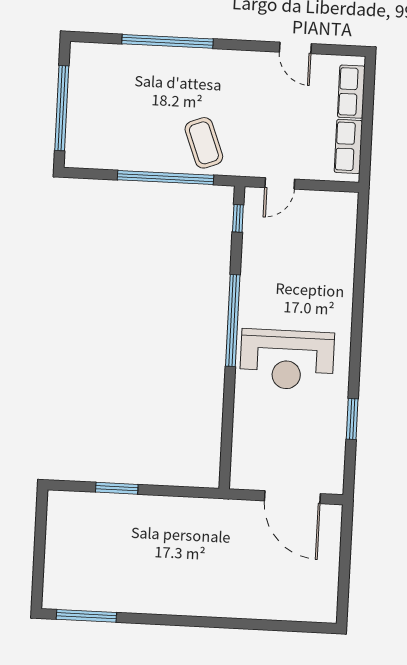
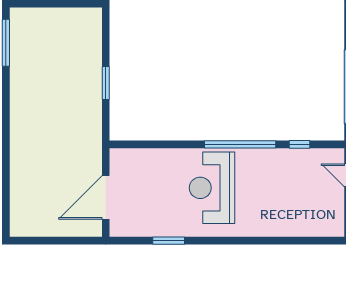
window: (238, 218) -> (299, 144), moved
window: (117, 488) -> (106, 83), moved

